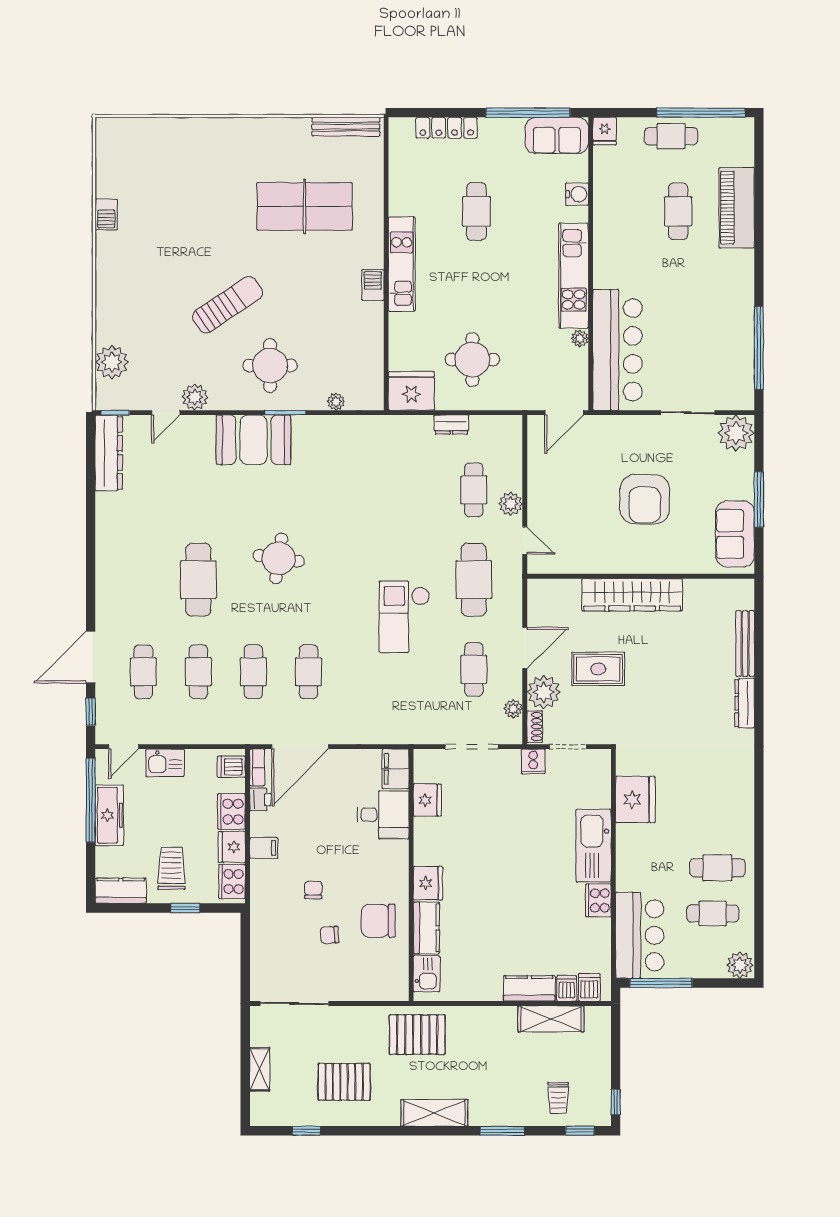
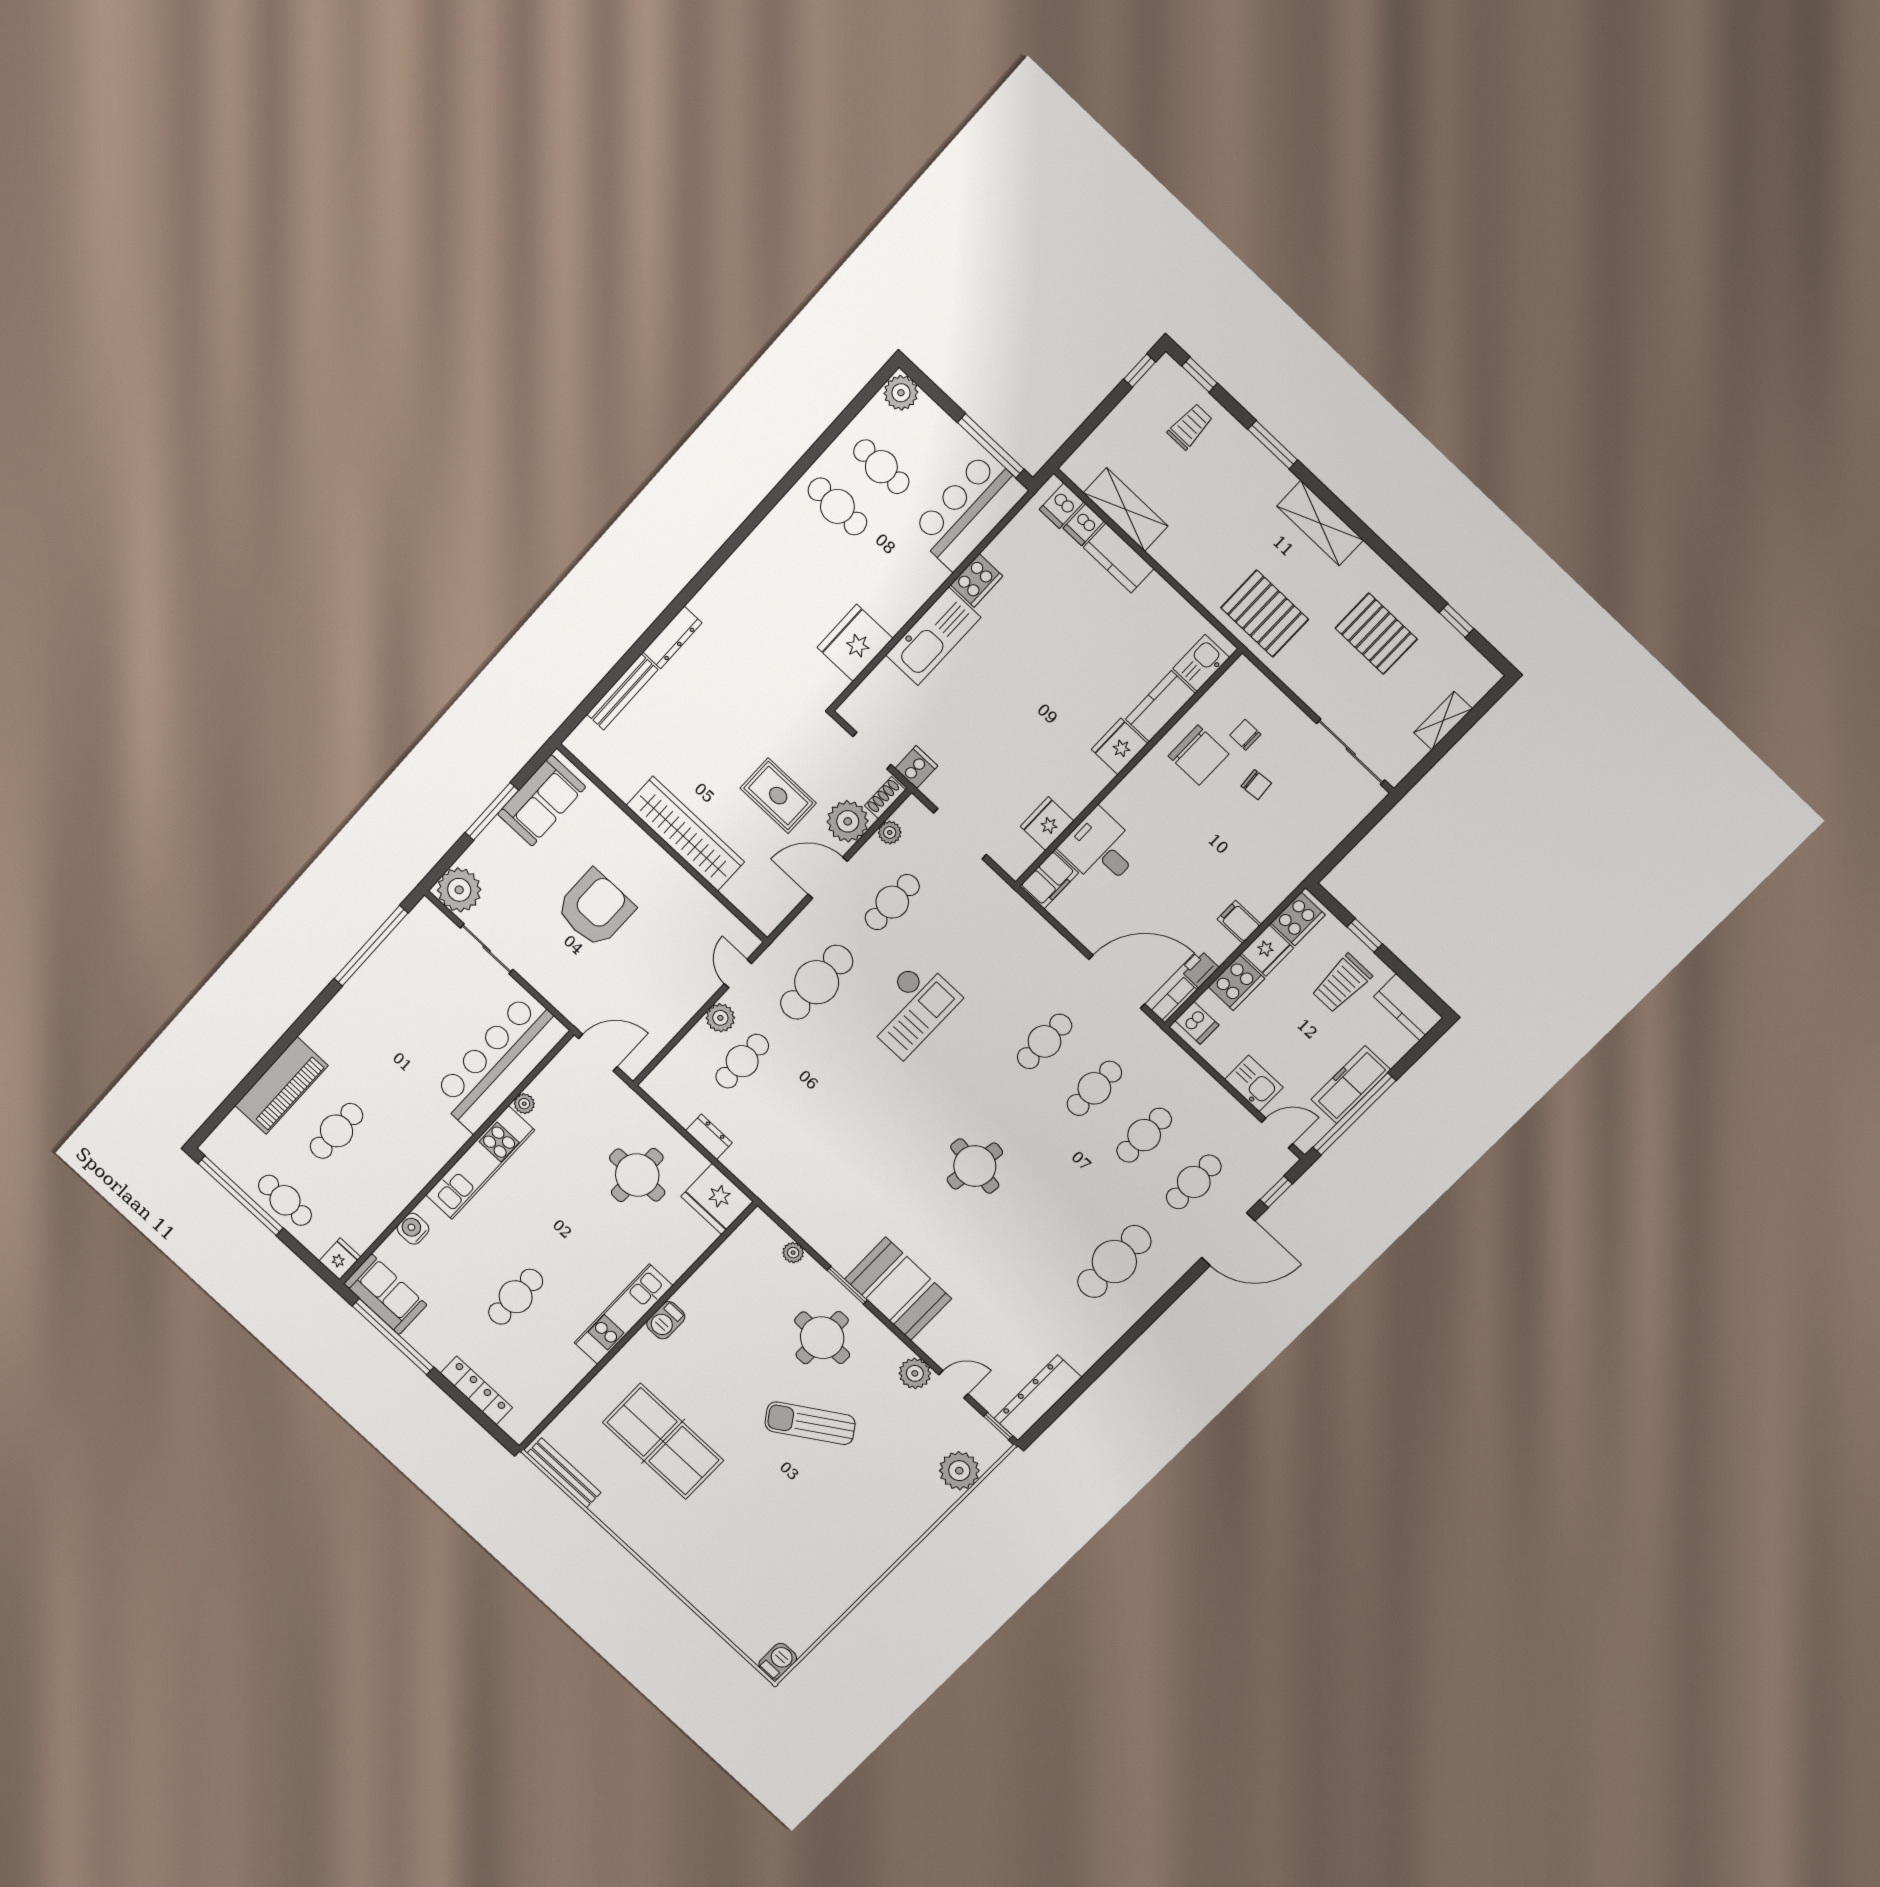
barbecue: (106, 214) -> (778, 1661), moved
cafe table: (198, 580) -> (1114, 1262), moved
chair: (313, 890) -> (1245, 735), moved, turned 90

